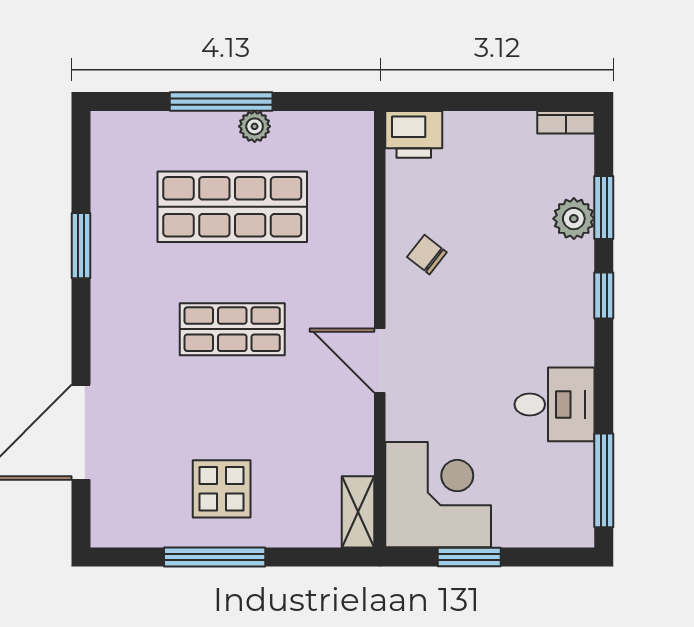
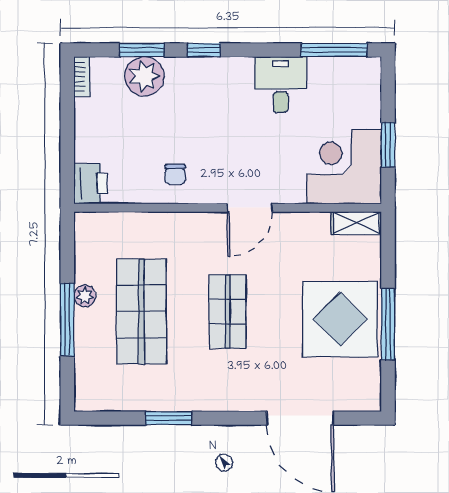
plant: (574, 219) -> (144, 76), width x1.36, depth x1.36
chair: (427, 255) -> (175, 174), turned -38
display table: (222, 489) -> (340, 319), width x1.86, depth x1.86

